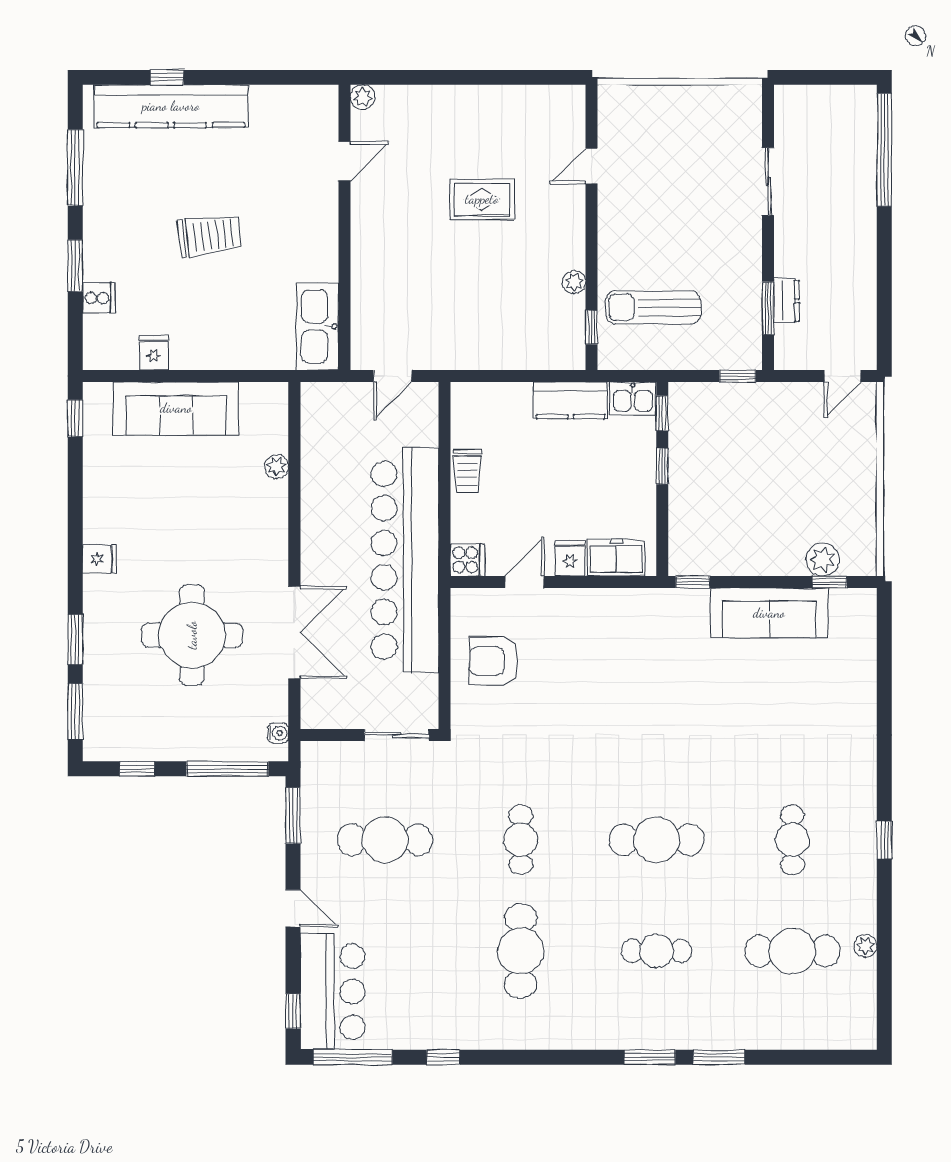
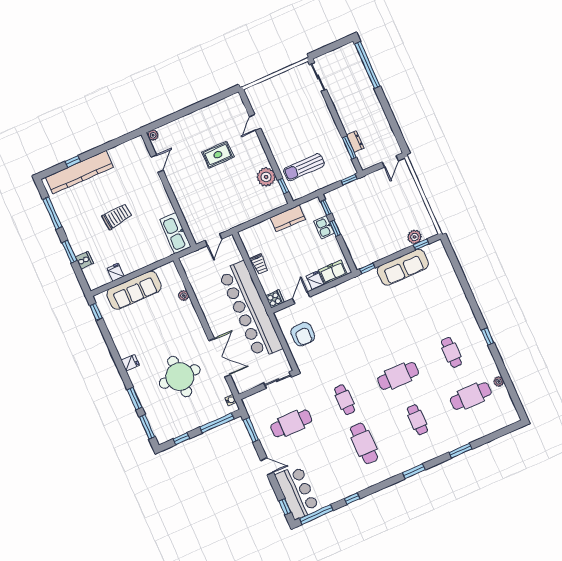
sliding door: (768, 182) -> (318, 77), moved
plant: (574, 282) -> (266, 177), width x1.87, depth x1.87
kitchen sink: (633, 399) -> (324, 227), moved, turned 90
armchair: (494, 661) -> (303, 334), turned -90
cafe table: (657, 951) -> (417, 420), turned 90
window: (650, 1057) -> (414, 471), moved

